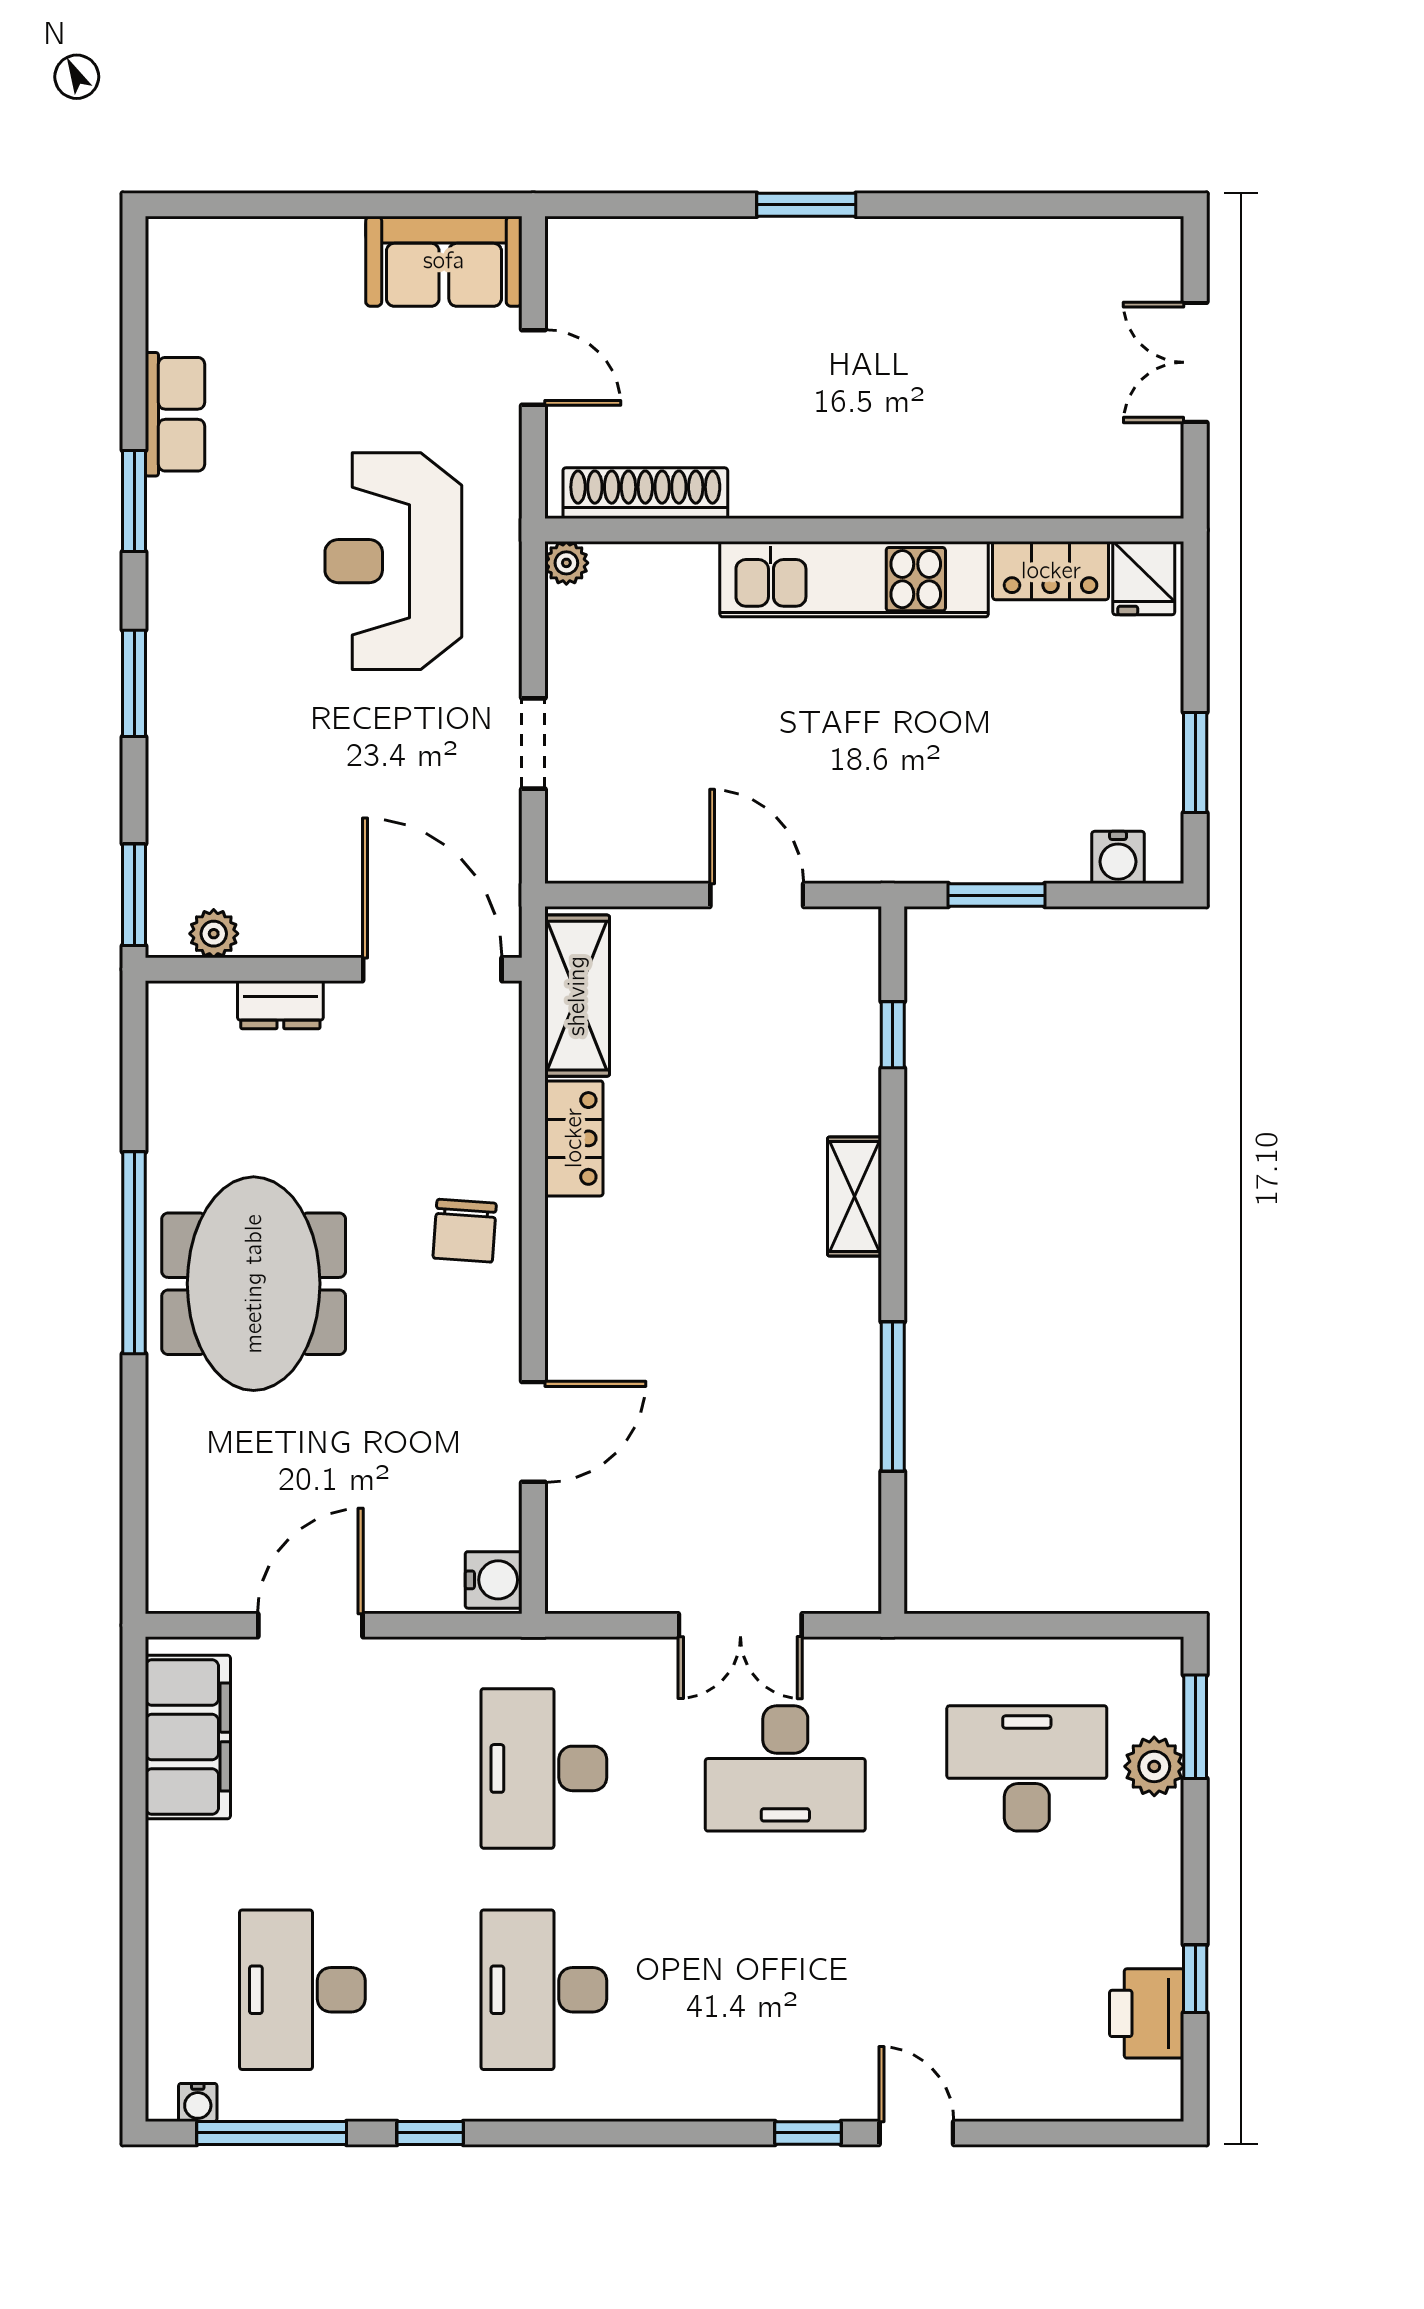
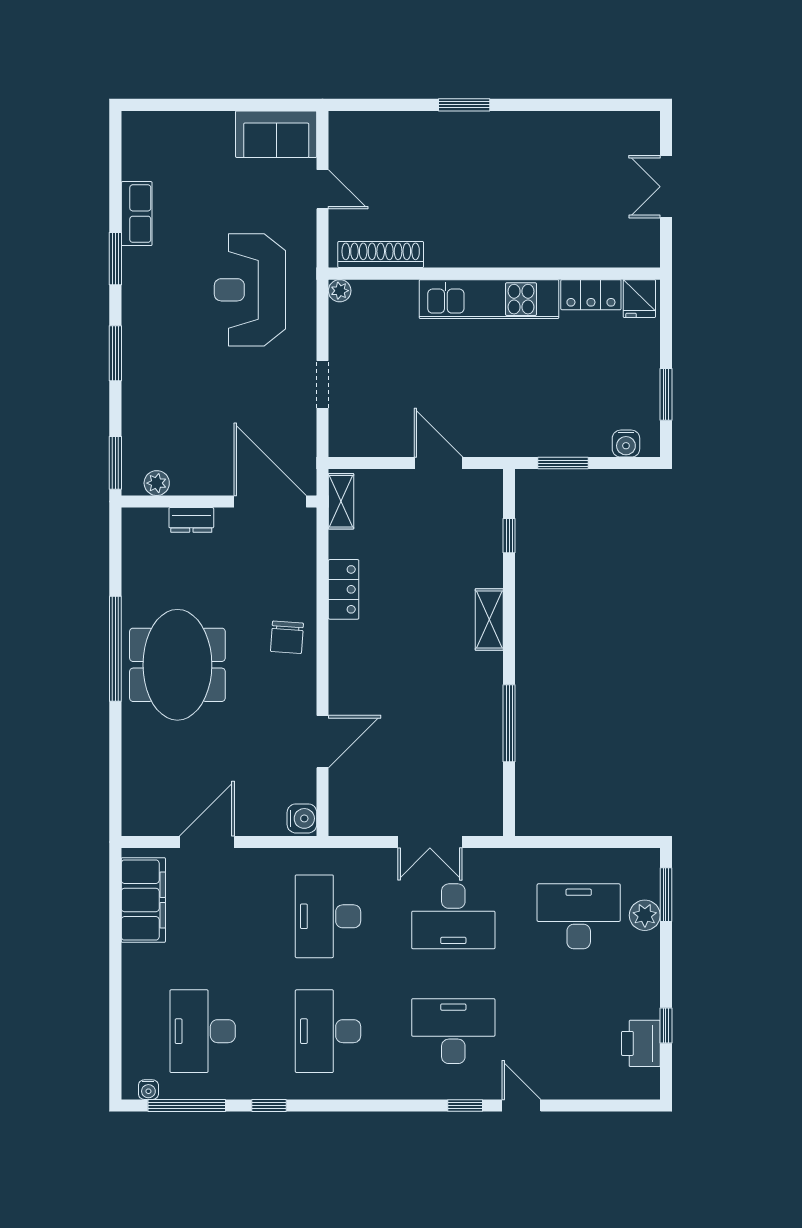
shelving: (577, 996) -> (341, 501), width x0.67, depth x0.75
desk: (785, 1990) -> (453, 1031), added

